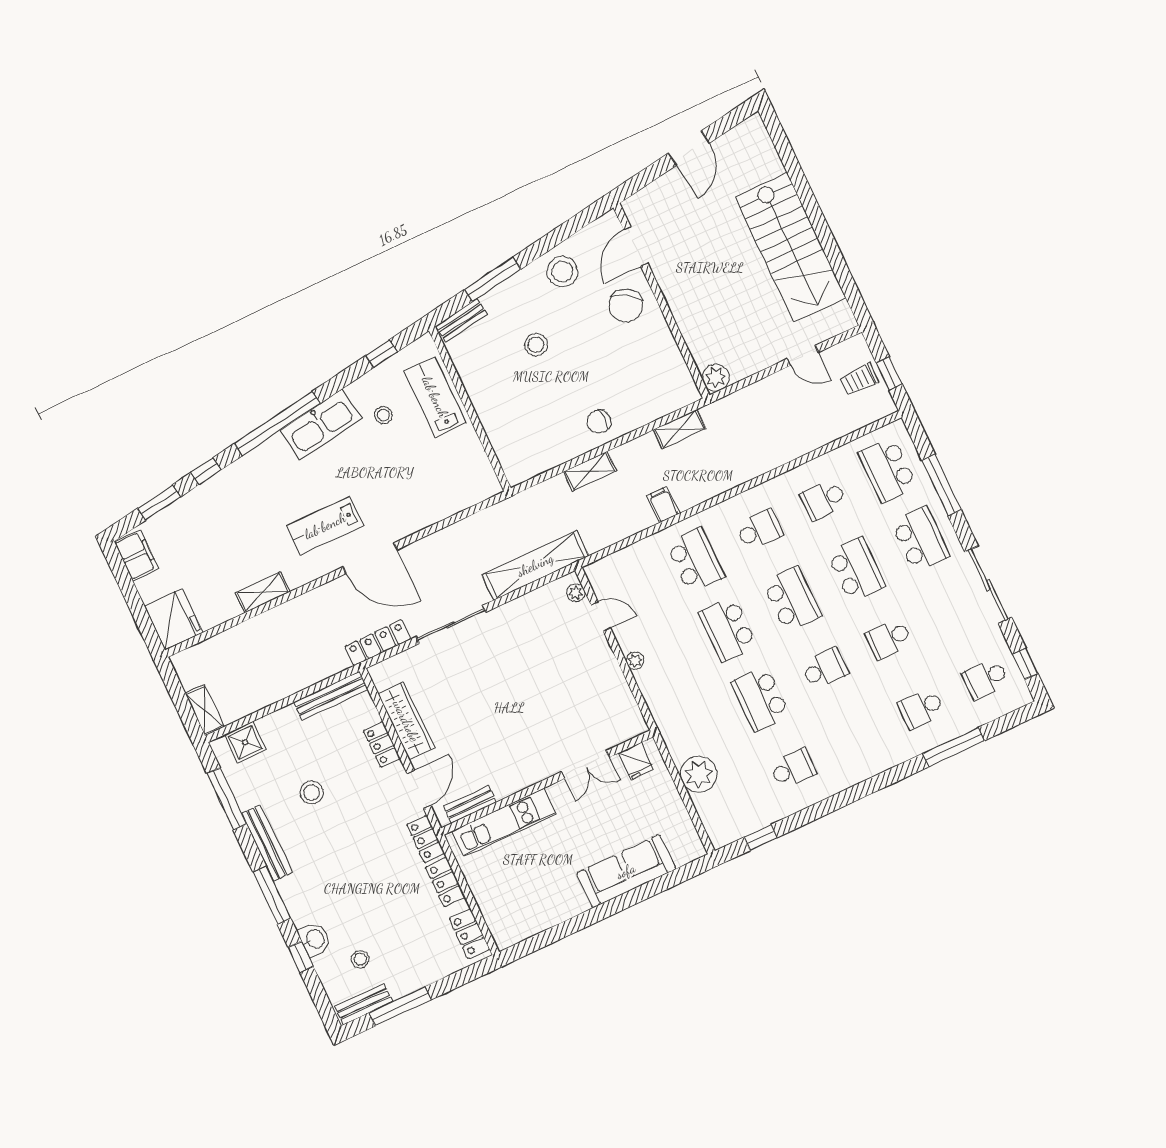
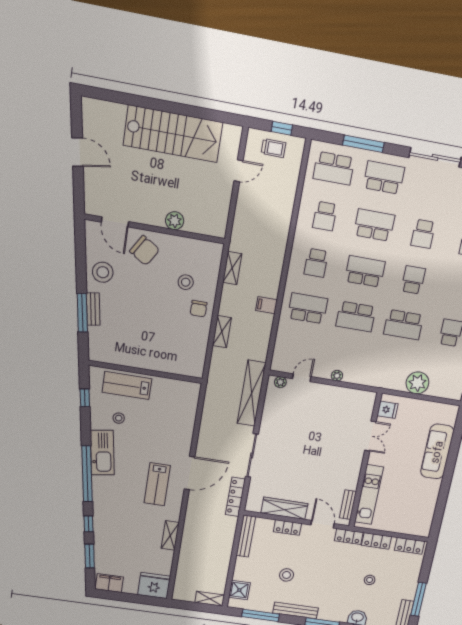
bench: (461, 320) -> (93, 309), moved
stool: (536, 345) -> (186, 282), moved
plant: (716, 378) -> (175, 221), moved
trolley: (859, 379) -> (273, 148), turned -90
school desk: (759, 530) -> (316, 263), turned 180
stool: (360, 959) -> (370, 580), moved

